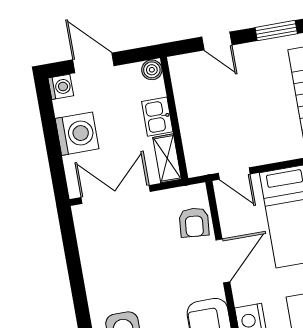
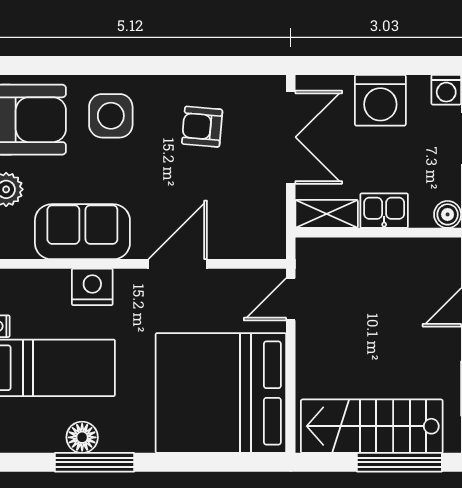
armchair: (194, 222) -> (202, 127), moved
door: (223, 261) -> (178, 264), swing flipped

